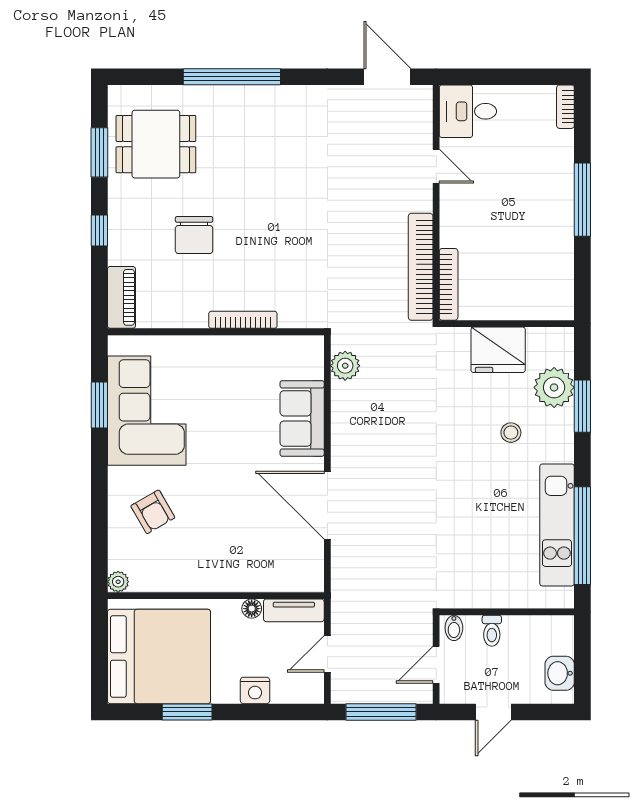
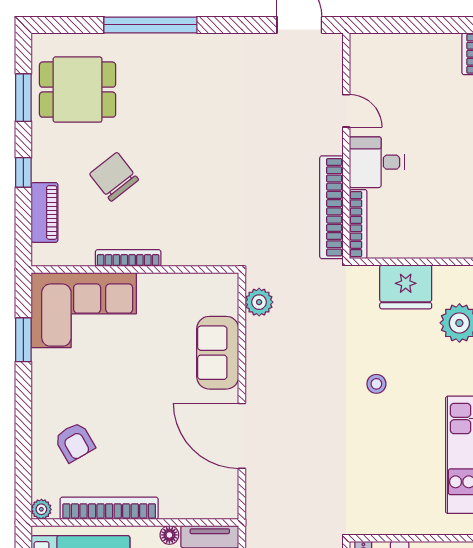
desk: (468, 111) -> (377, 162), moved
chair: (194, 235) -> (114, 177), turned 142
piano: (121, 297) -> (44, 212), moved
bookcase: (243, 320) -> (128, 258), moved
corner sofa: (147, 411) -> (84, 310), moved, turned 90
stool: (511, 433) -> (376, 384), moved
bookcase: (189, 581) -> (109, 508), added

